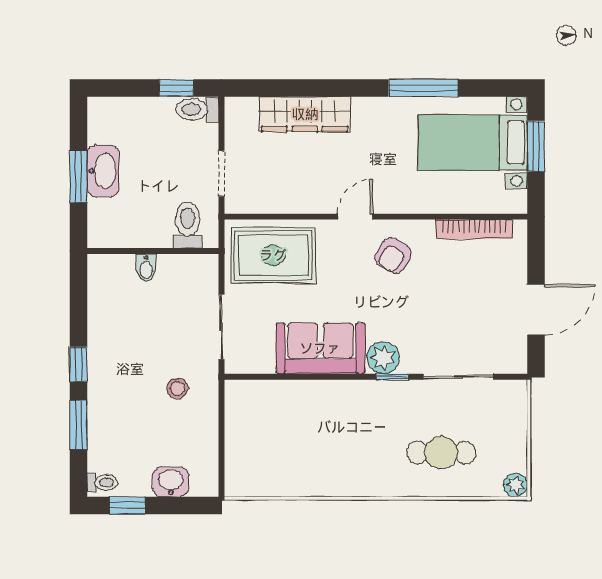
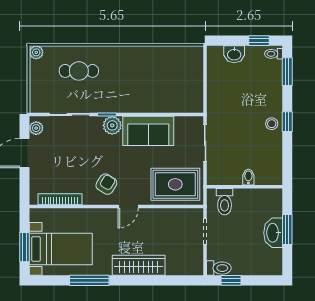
wardrobe: (305, 114) -> (139, 265), moved
plant: (516, 353) -> (36, 128), added
stool: (178, 388) -> (272, 124), moved
window: (78, 425) -> (287, 72), moved

